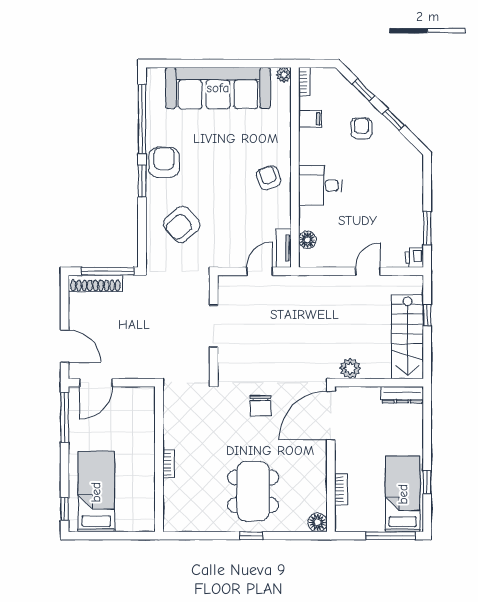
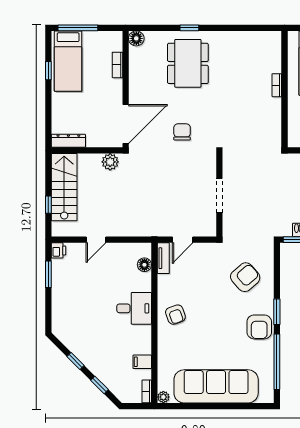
armchair: (361, 128) -> (101, 354), removed
wall: (159, 459) -> (284, 89), moved
bookcase: (169, 464) -> (277, 85), moved

